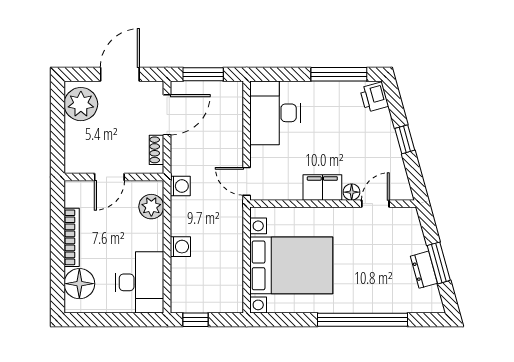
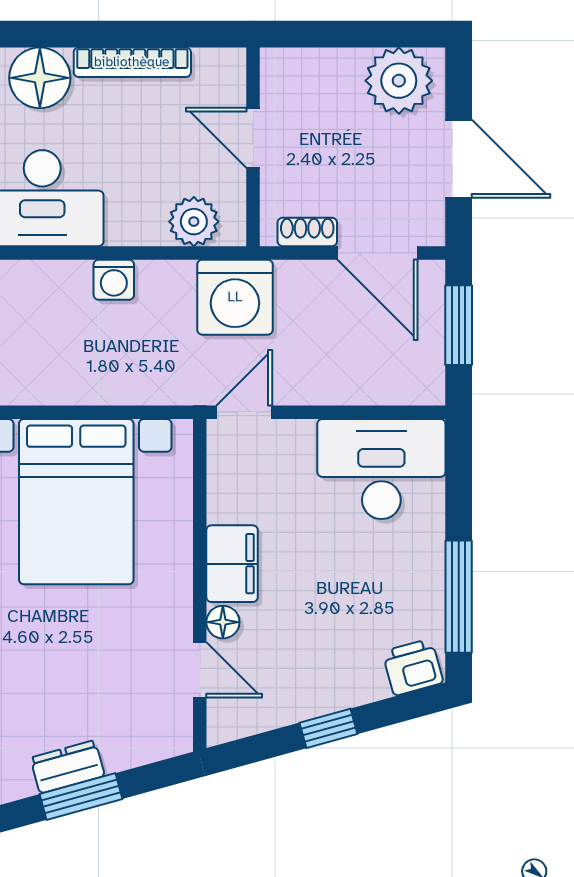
washing machine: (180, 186) -> (235, 297), width x1.89, depth x1.89

